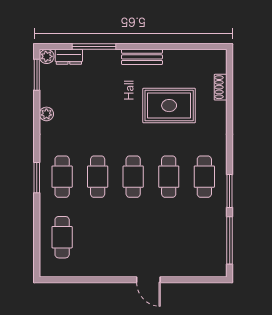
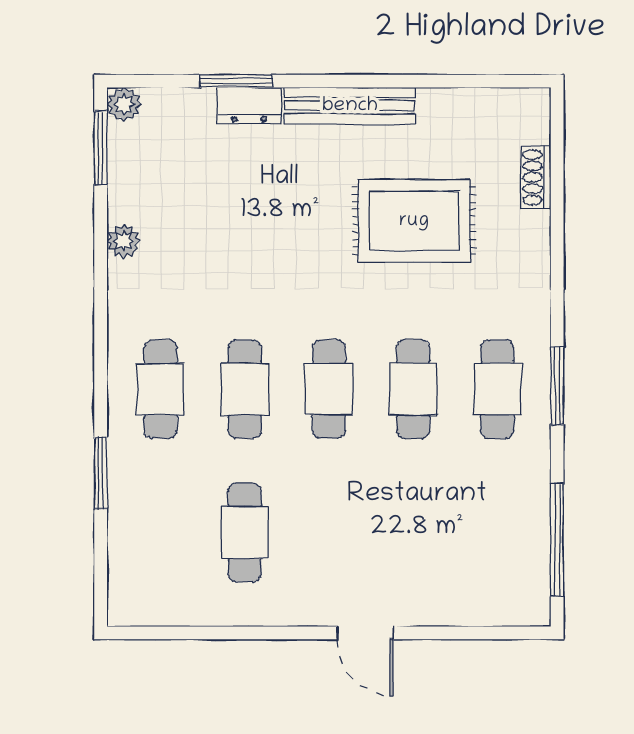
window: (94, 47) -> (236, 81), width x0.69
dresser: (69, 57) -> (249, 105), moved
bench: (142, 57) -> (350, 106), width x1.36
window: (37, 178) -> (101, 473), moved
window: (230, 191) -> (557, 386), moved
cafe table: (62, 237) -> (245, 532), moved

